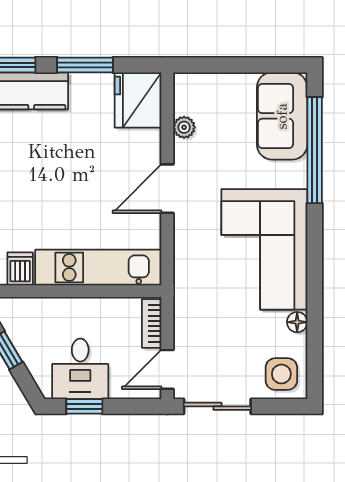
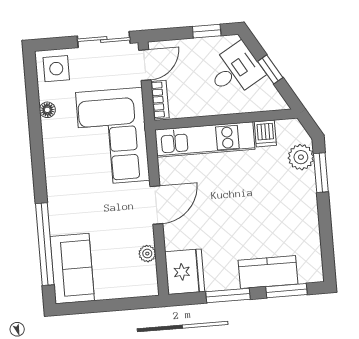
corner sofa: (264, 249) -> (113, 136), moved, turned 180
desk: (80, 369) -> (235, 70), moved, turned 59

